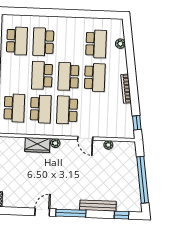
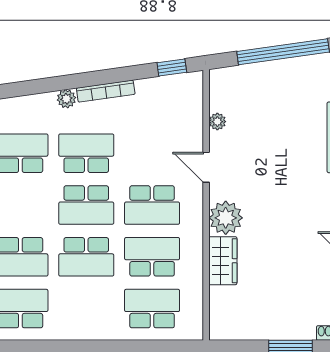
plant: (120, 44) -> (66, 99), moved
door: (85, 138) -> (206, 167), swing flipped
plant: (55, 143) -> (226, 218), width x1.88, depth x1.88

